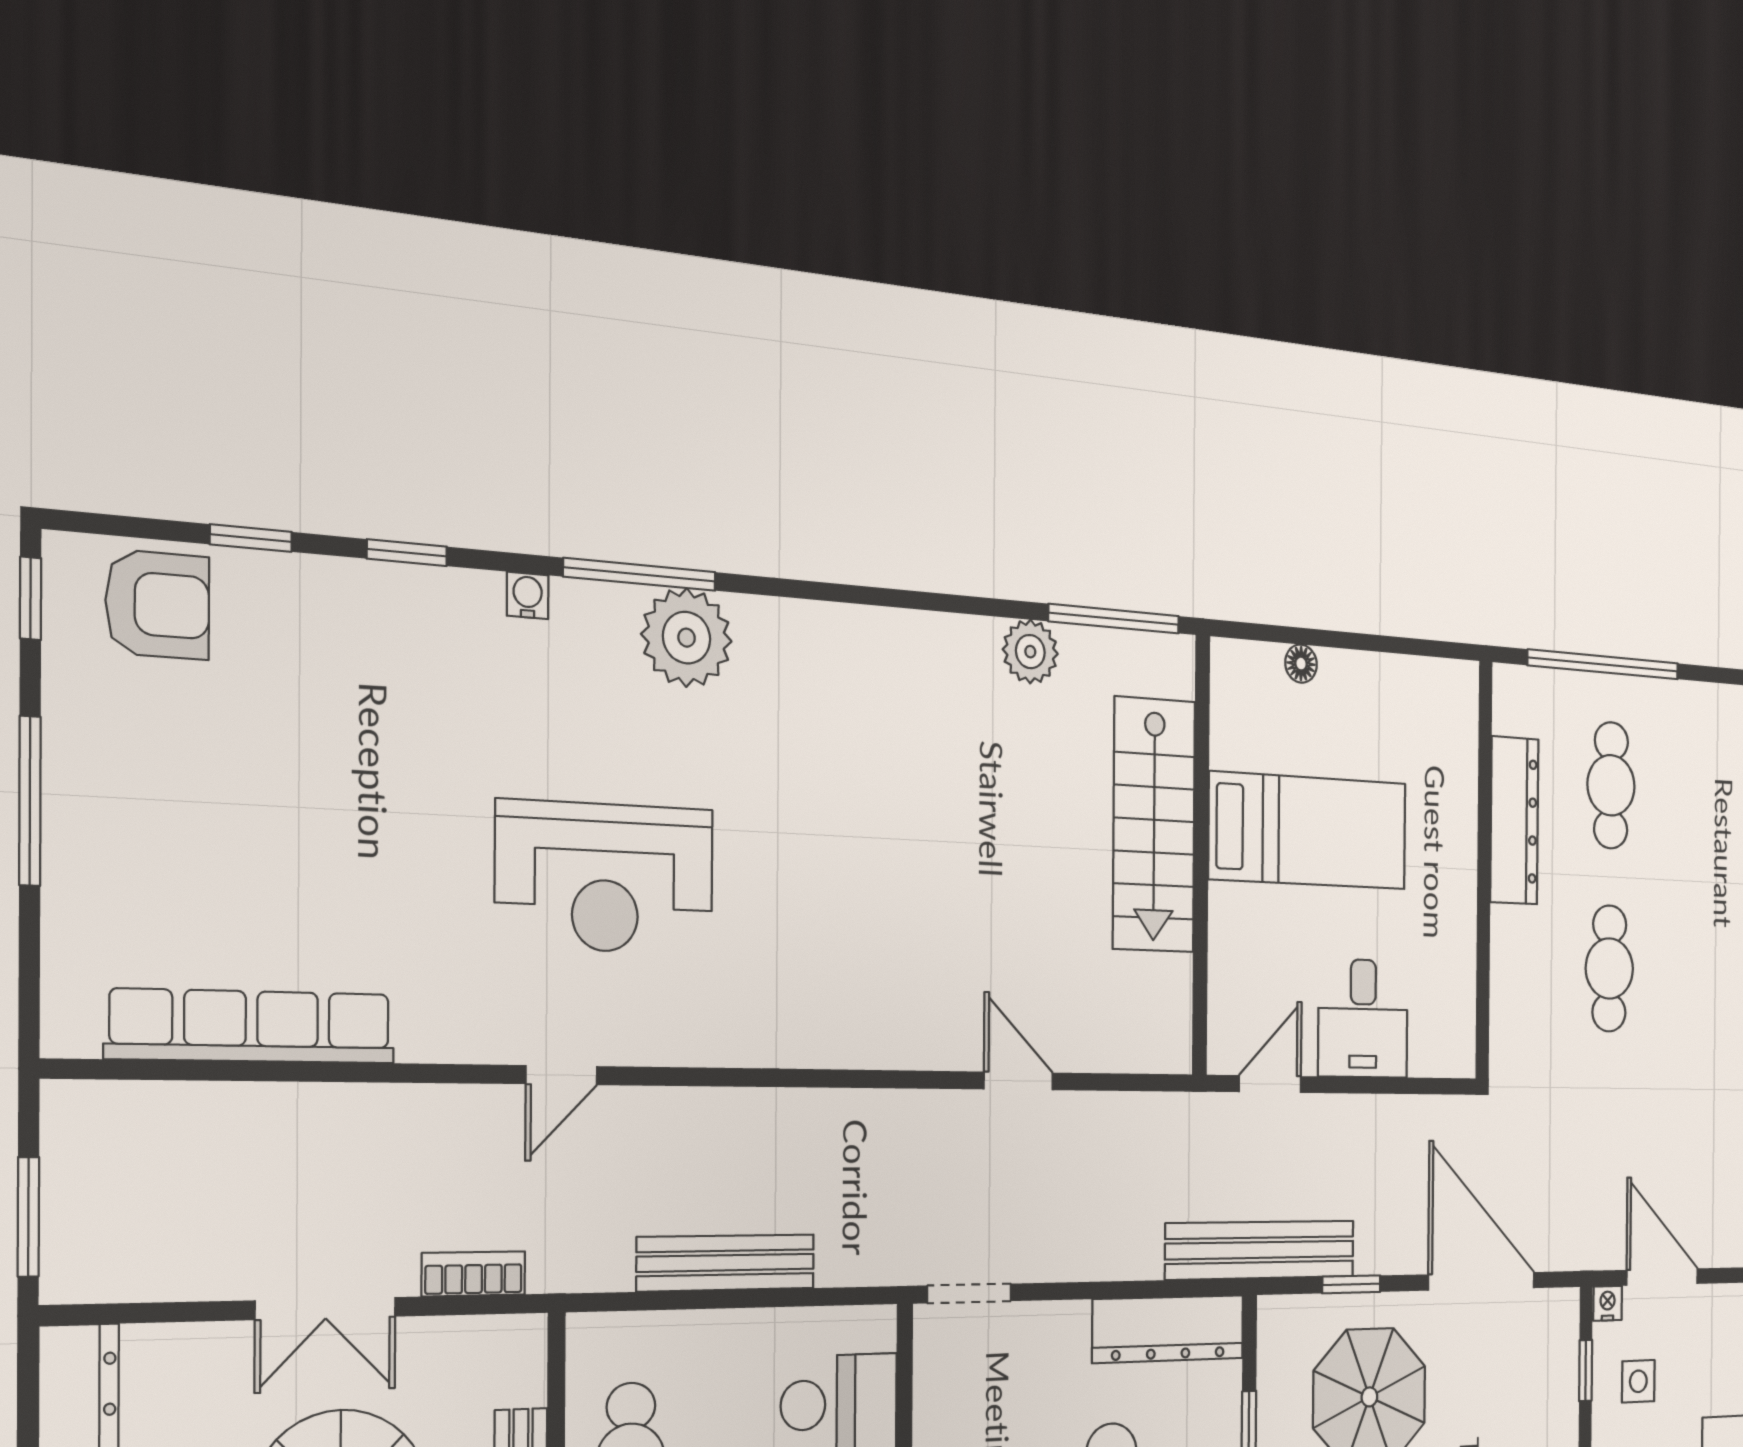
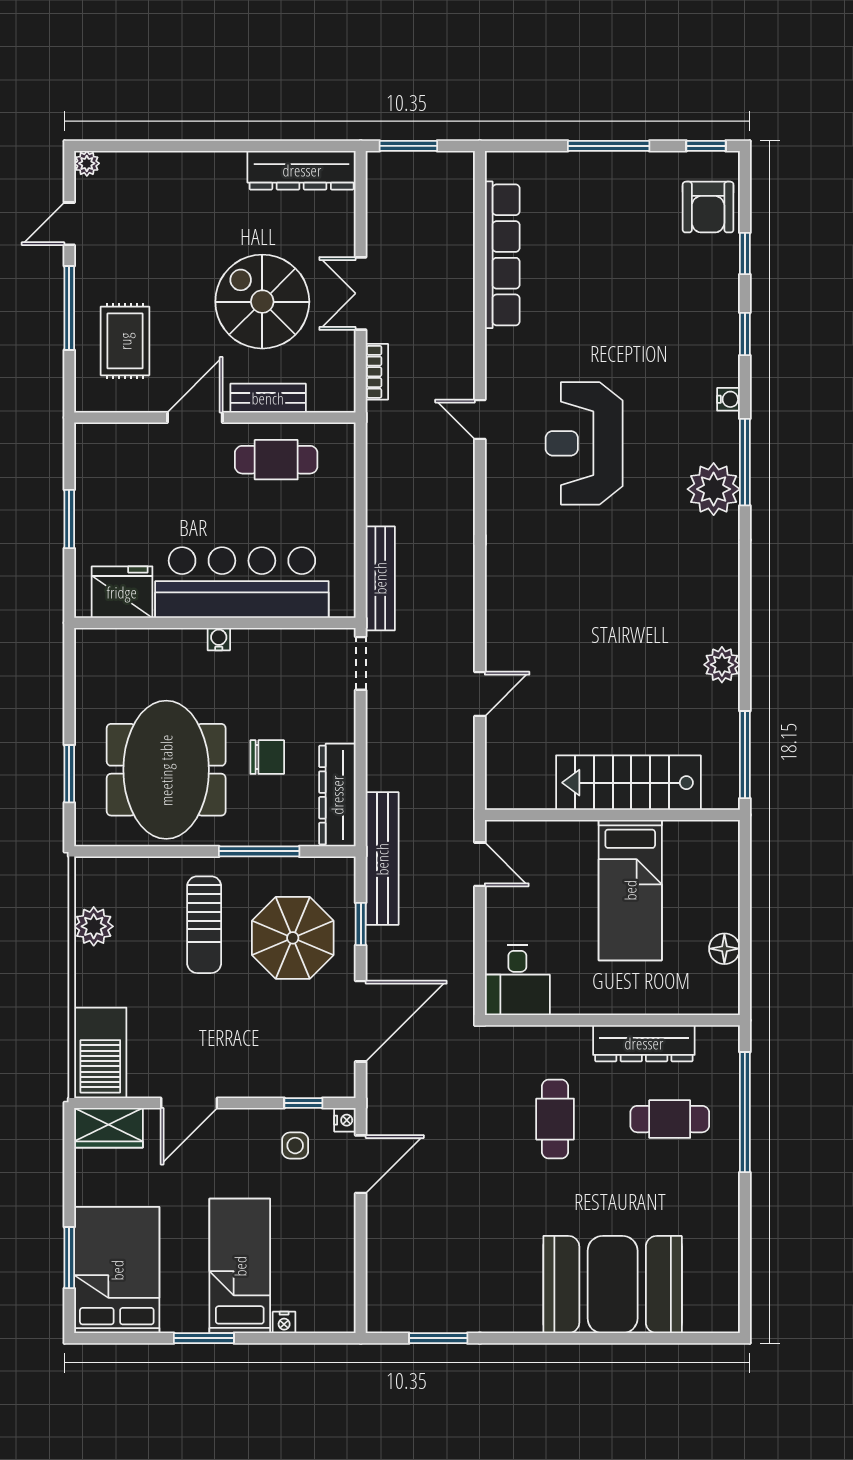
plant: (1030, 652) -> (722, 665), moved
floor lamp: (1301, 664) -> (724, 949), moved, width x1.37, depth x1.37
cafe table: (1609, 968) -> (555, 1119), turned 90
desk: (1363, 1018) -> (517, 980), moved, turned -90
bench: (726, 1263) -> (380, 578), moved

